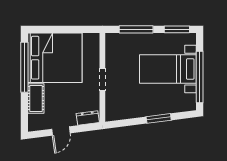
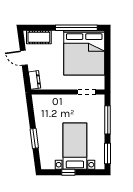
window: (200, 77) -> (68, 172), width x0.32
doorway: (102, 80) -> (86, 92), moved
cot: (36, 98) -> (39, 37), moved

